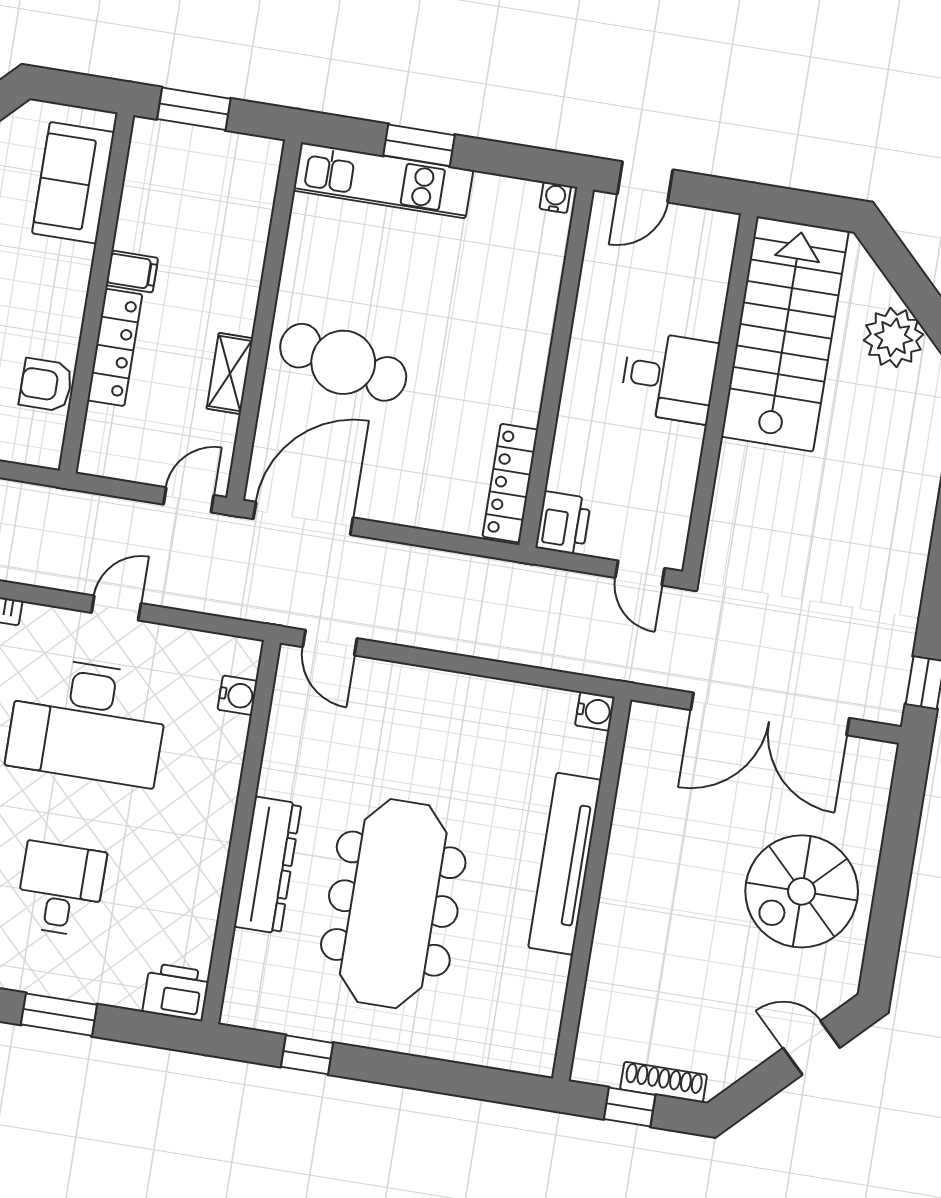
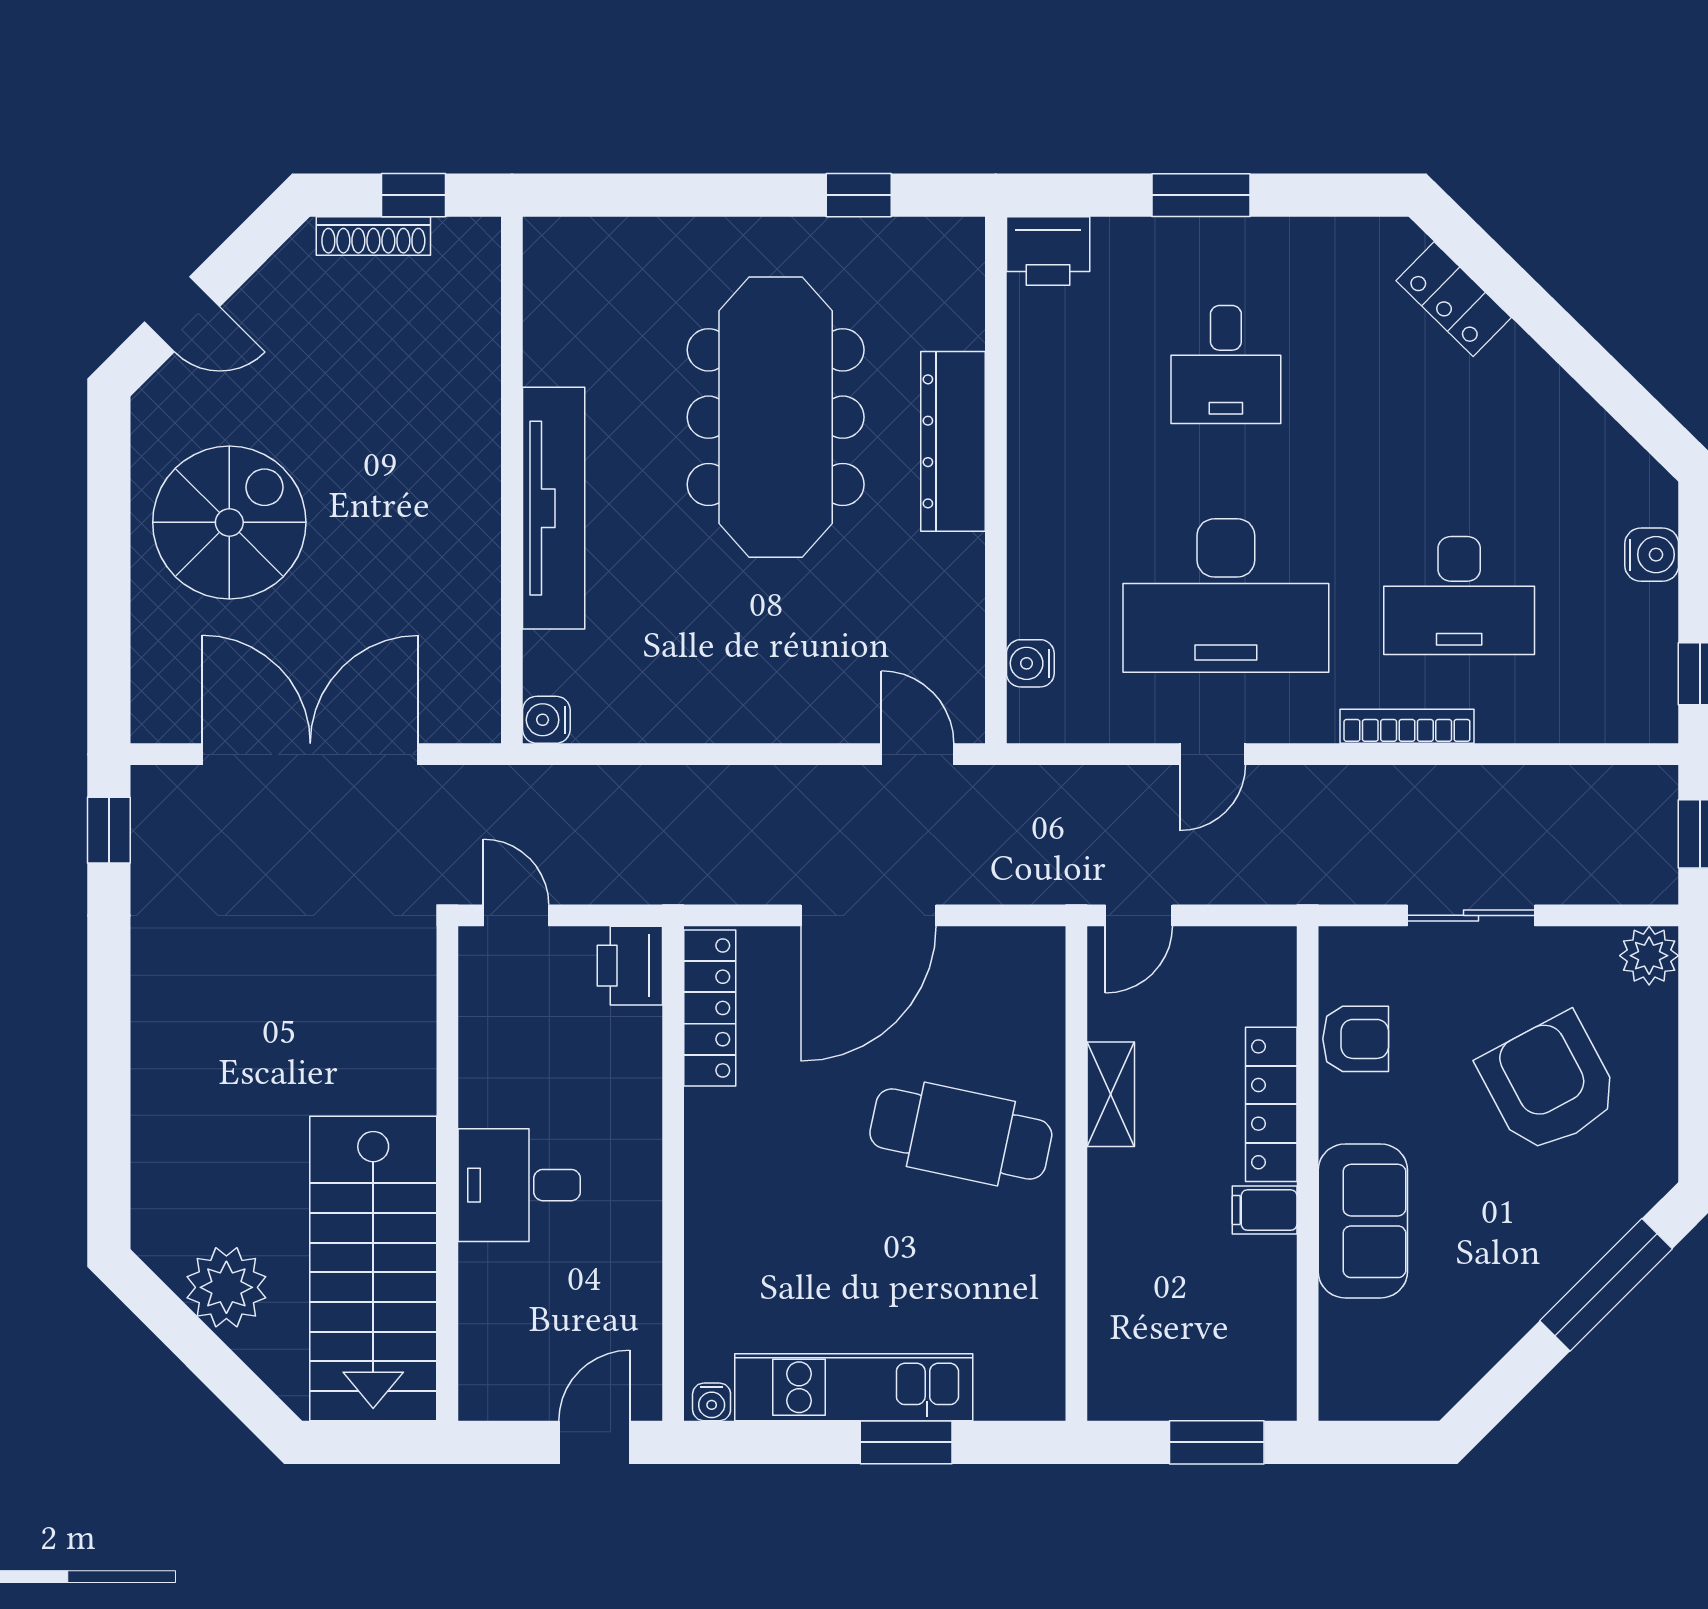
kitchen unit: (383, 180) -> (854, 1387), moved
sofa: (73, 183) -> (1363, 1221), moved
door: (303, 518) -> (868, 915), moved
desk: (88, 721) -> (1226, 596), turned 180

